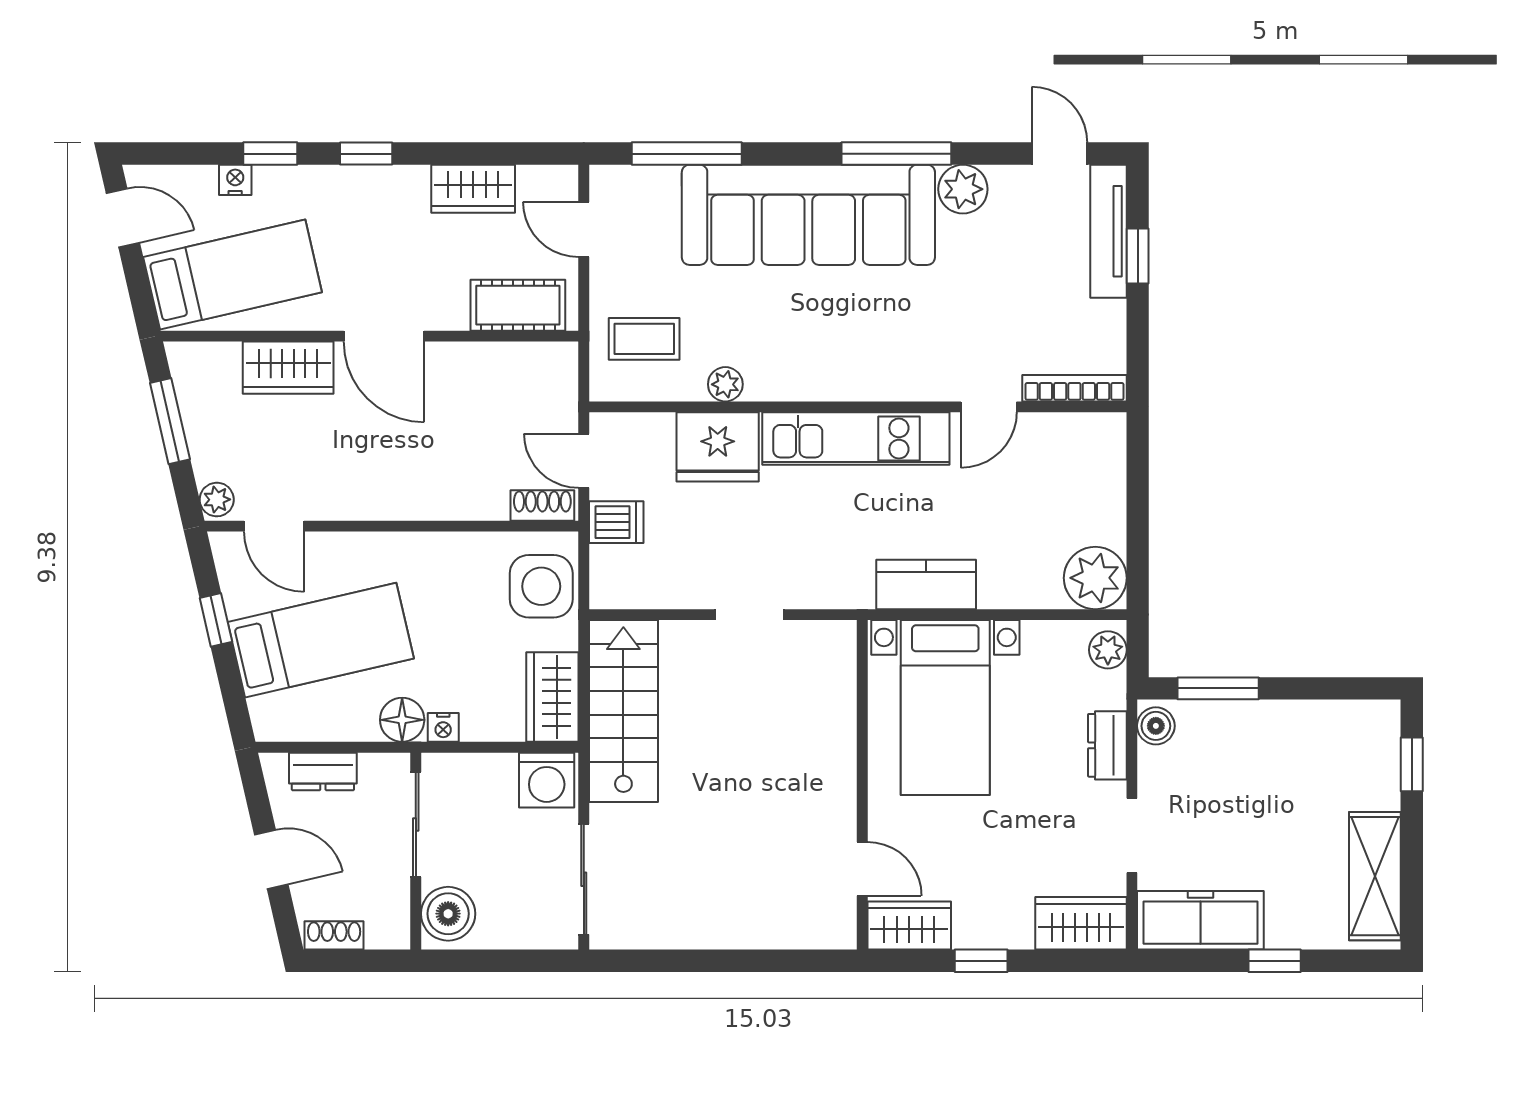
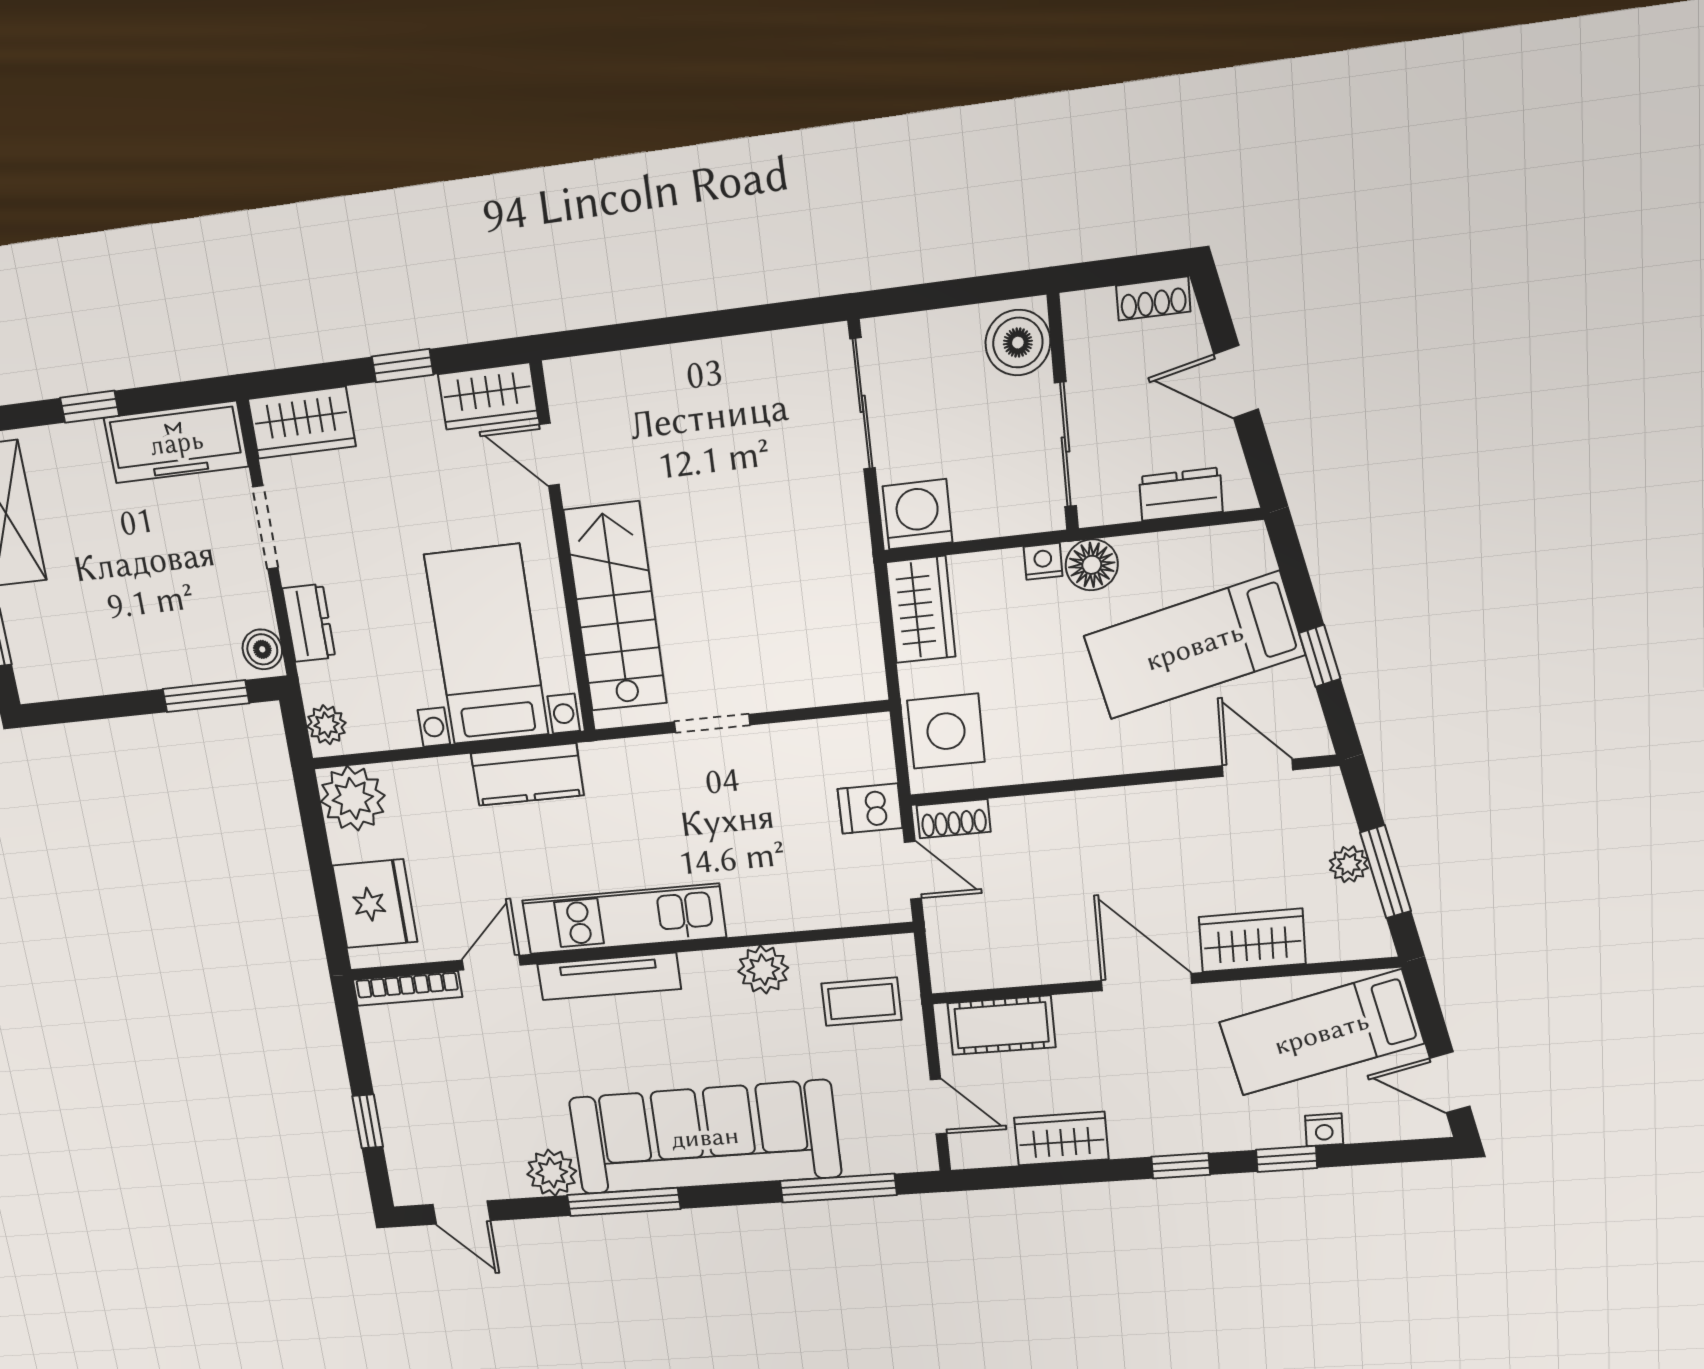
tv unit: (1109, 231) -> (609, 977), moved, turned 90
plant: (725, 384) -> (763, 970), width x1.38, depth x1.38
fridge: (718, 447) -> (375, 904), moved, turned 90
plant: (217, 500) -> (1349, 864), moved
stairs: (623, 711) -> (615, 607), moved, turned 180

